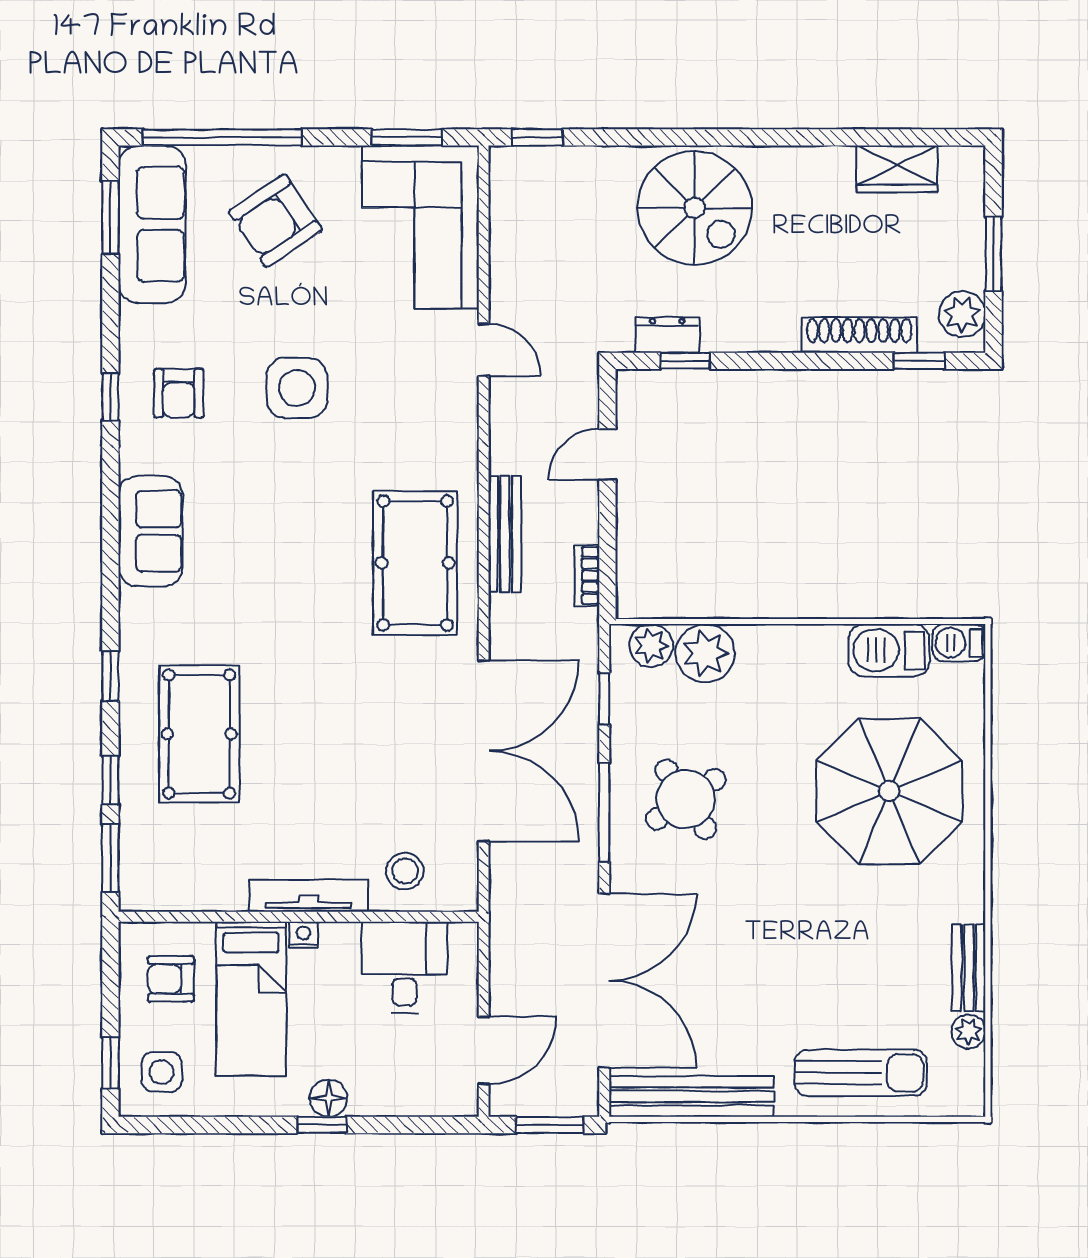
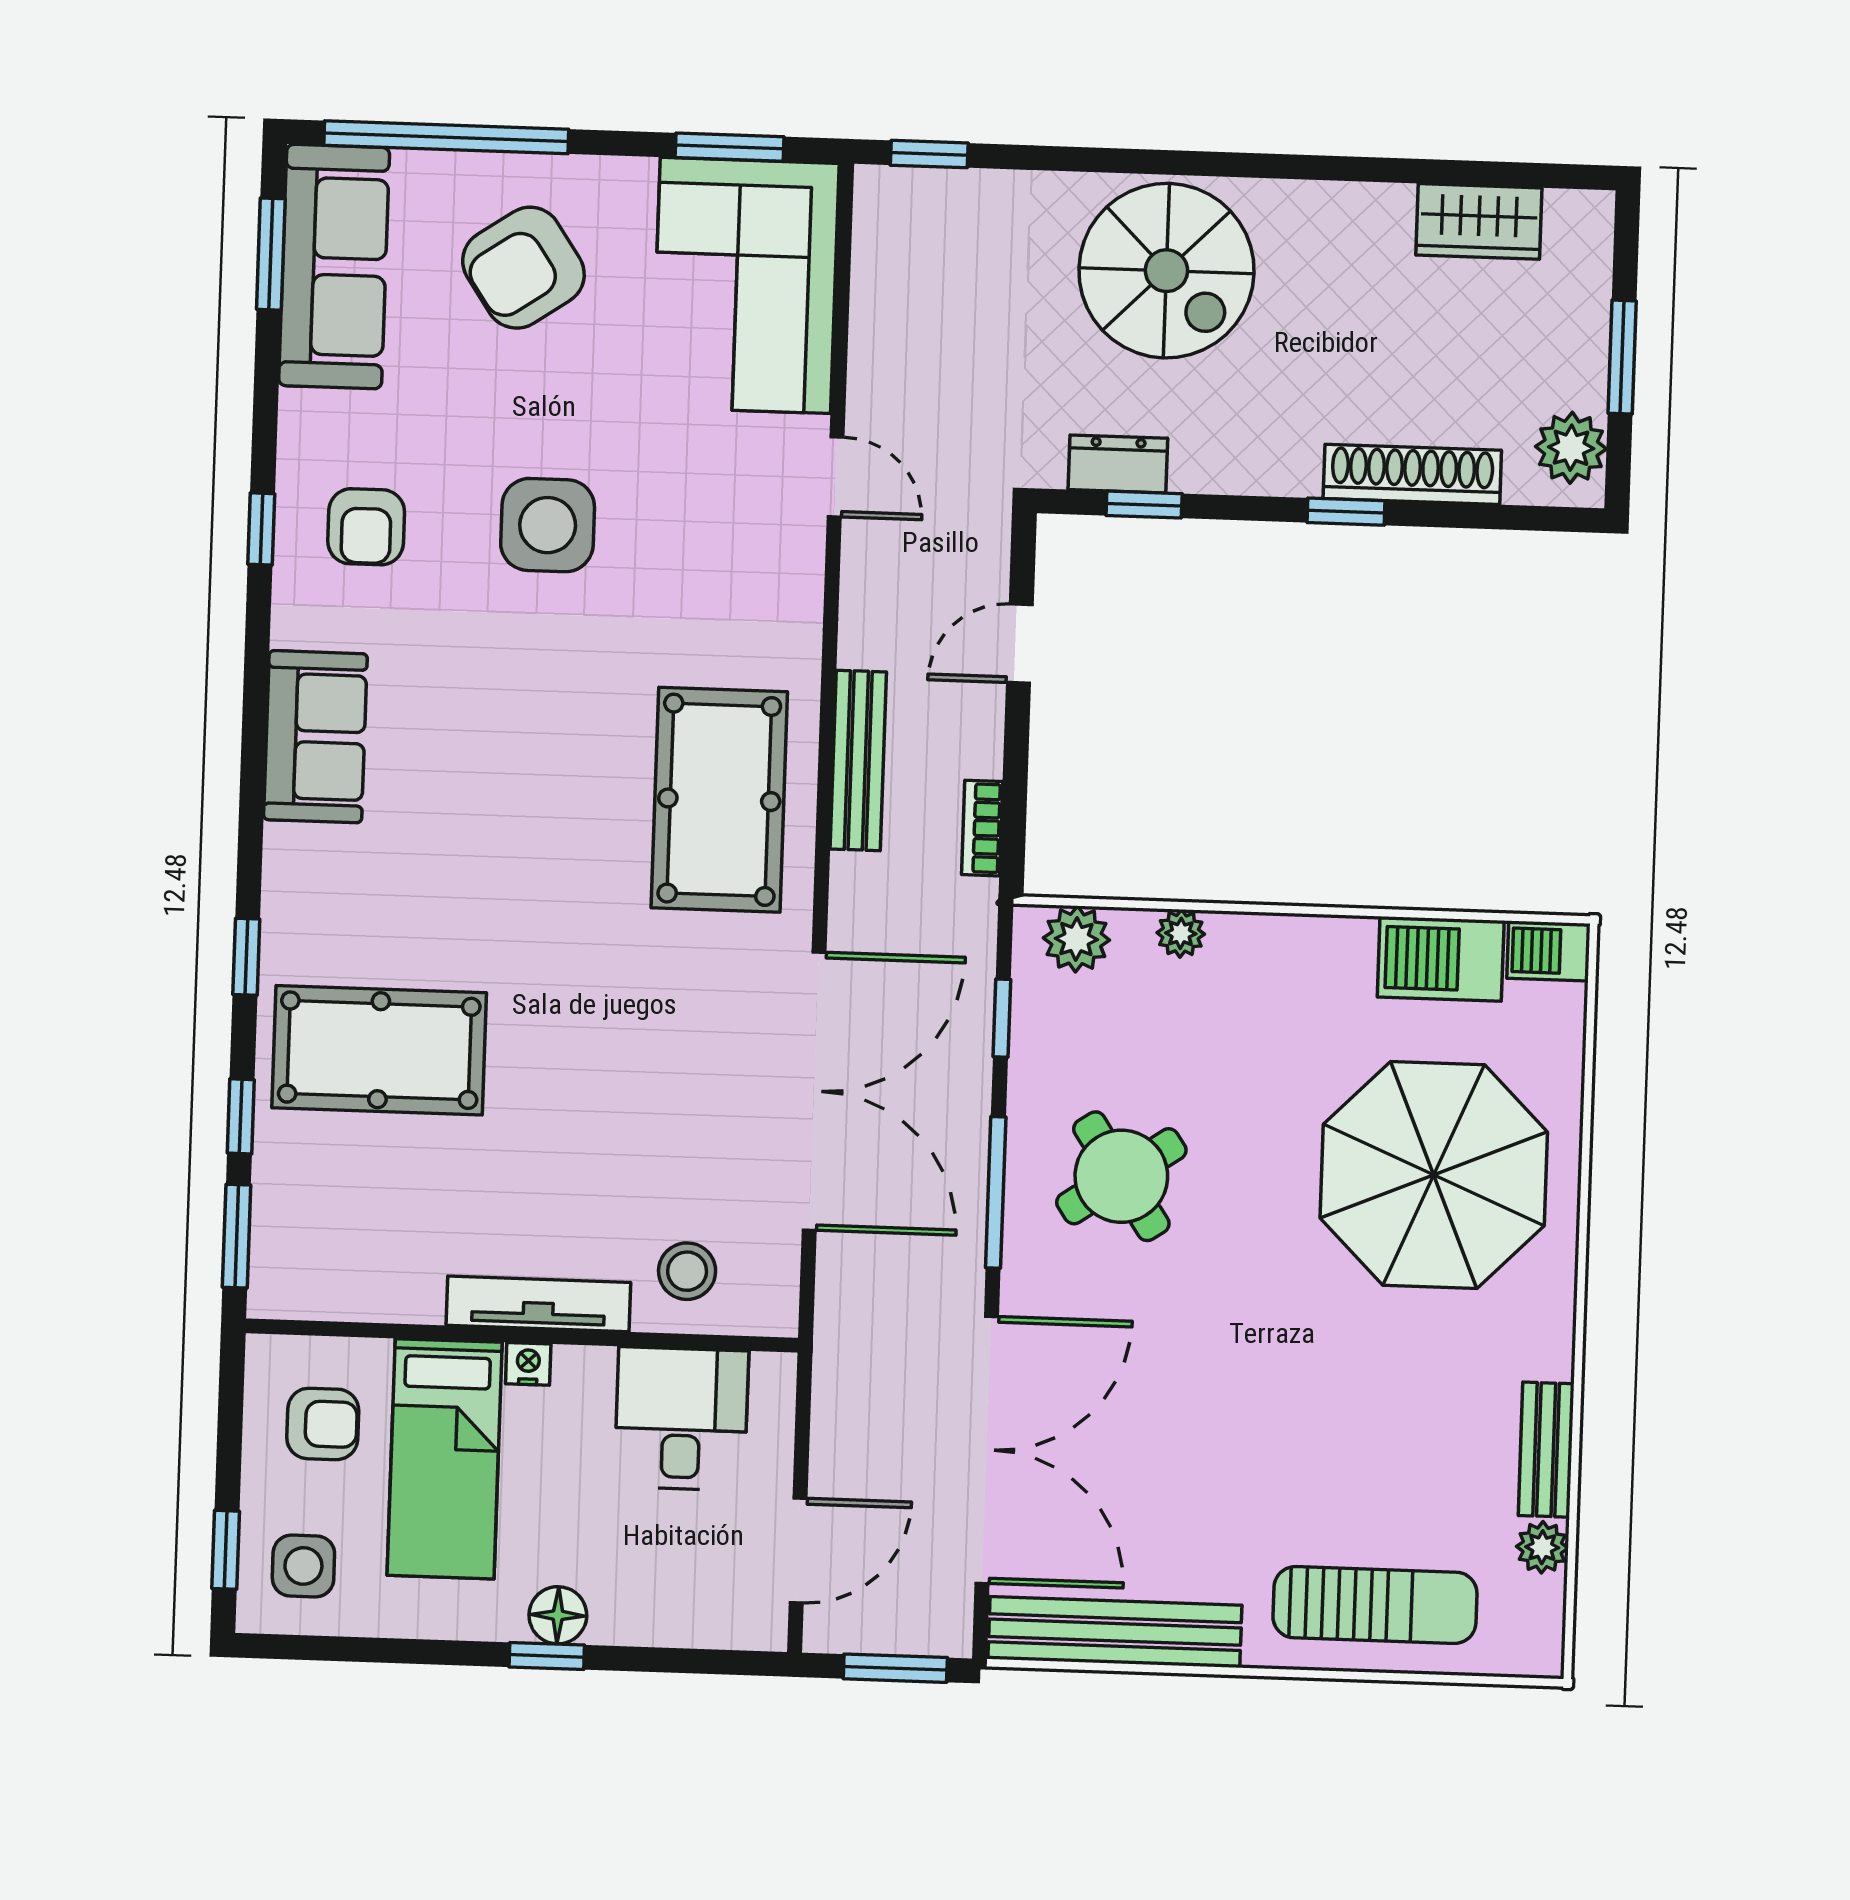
window: (919, 361) -> (1346, 512), moved
plant: (705, 653) -> (1181, 933), width x0.53, depth x0.53
pool table: (199, 734) -> (379, 1050), turned 90
armchair: (171, 979) -> (323, 1424), turned 180

